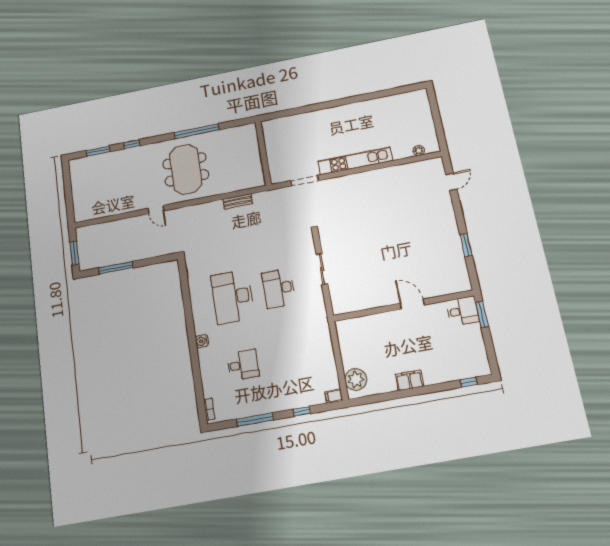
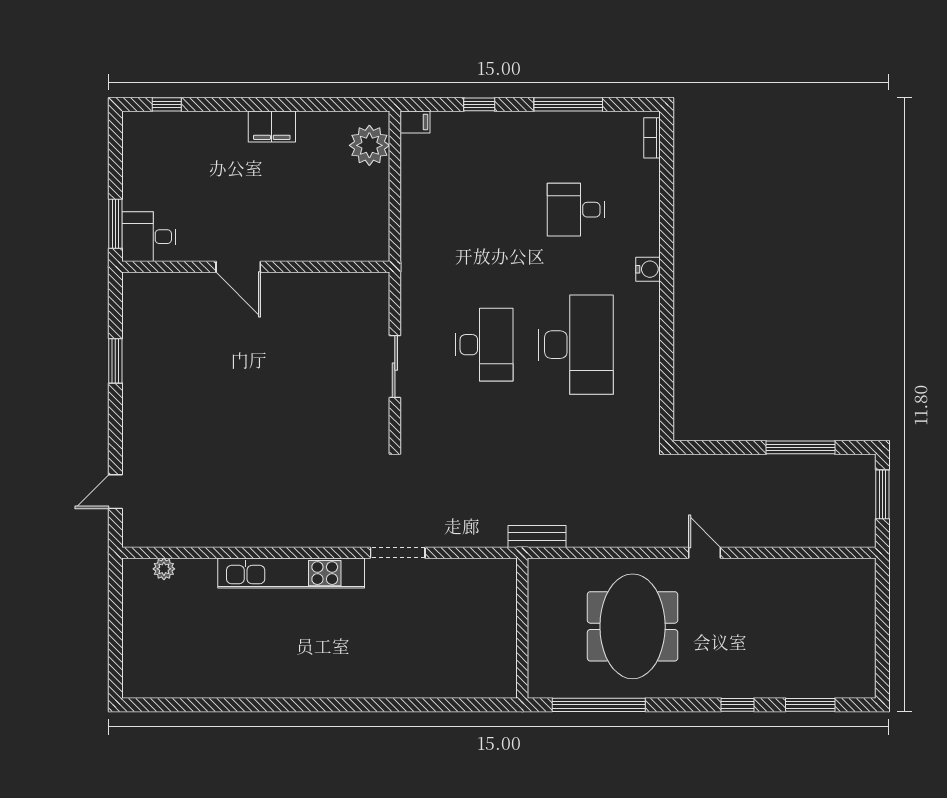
wall: (263, 153) -> (522, 628), moved

